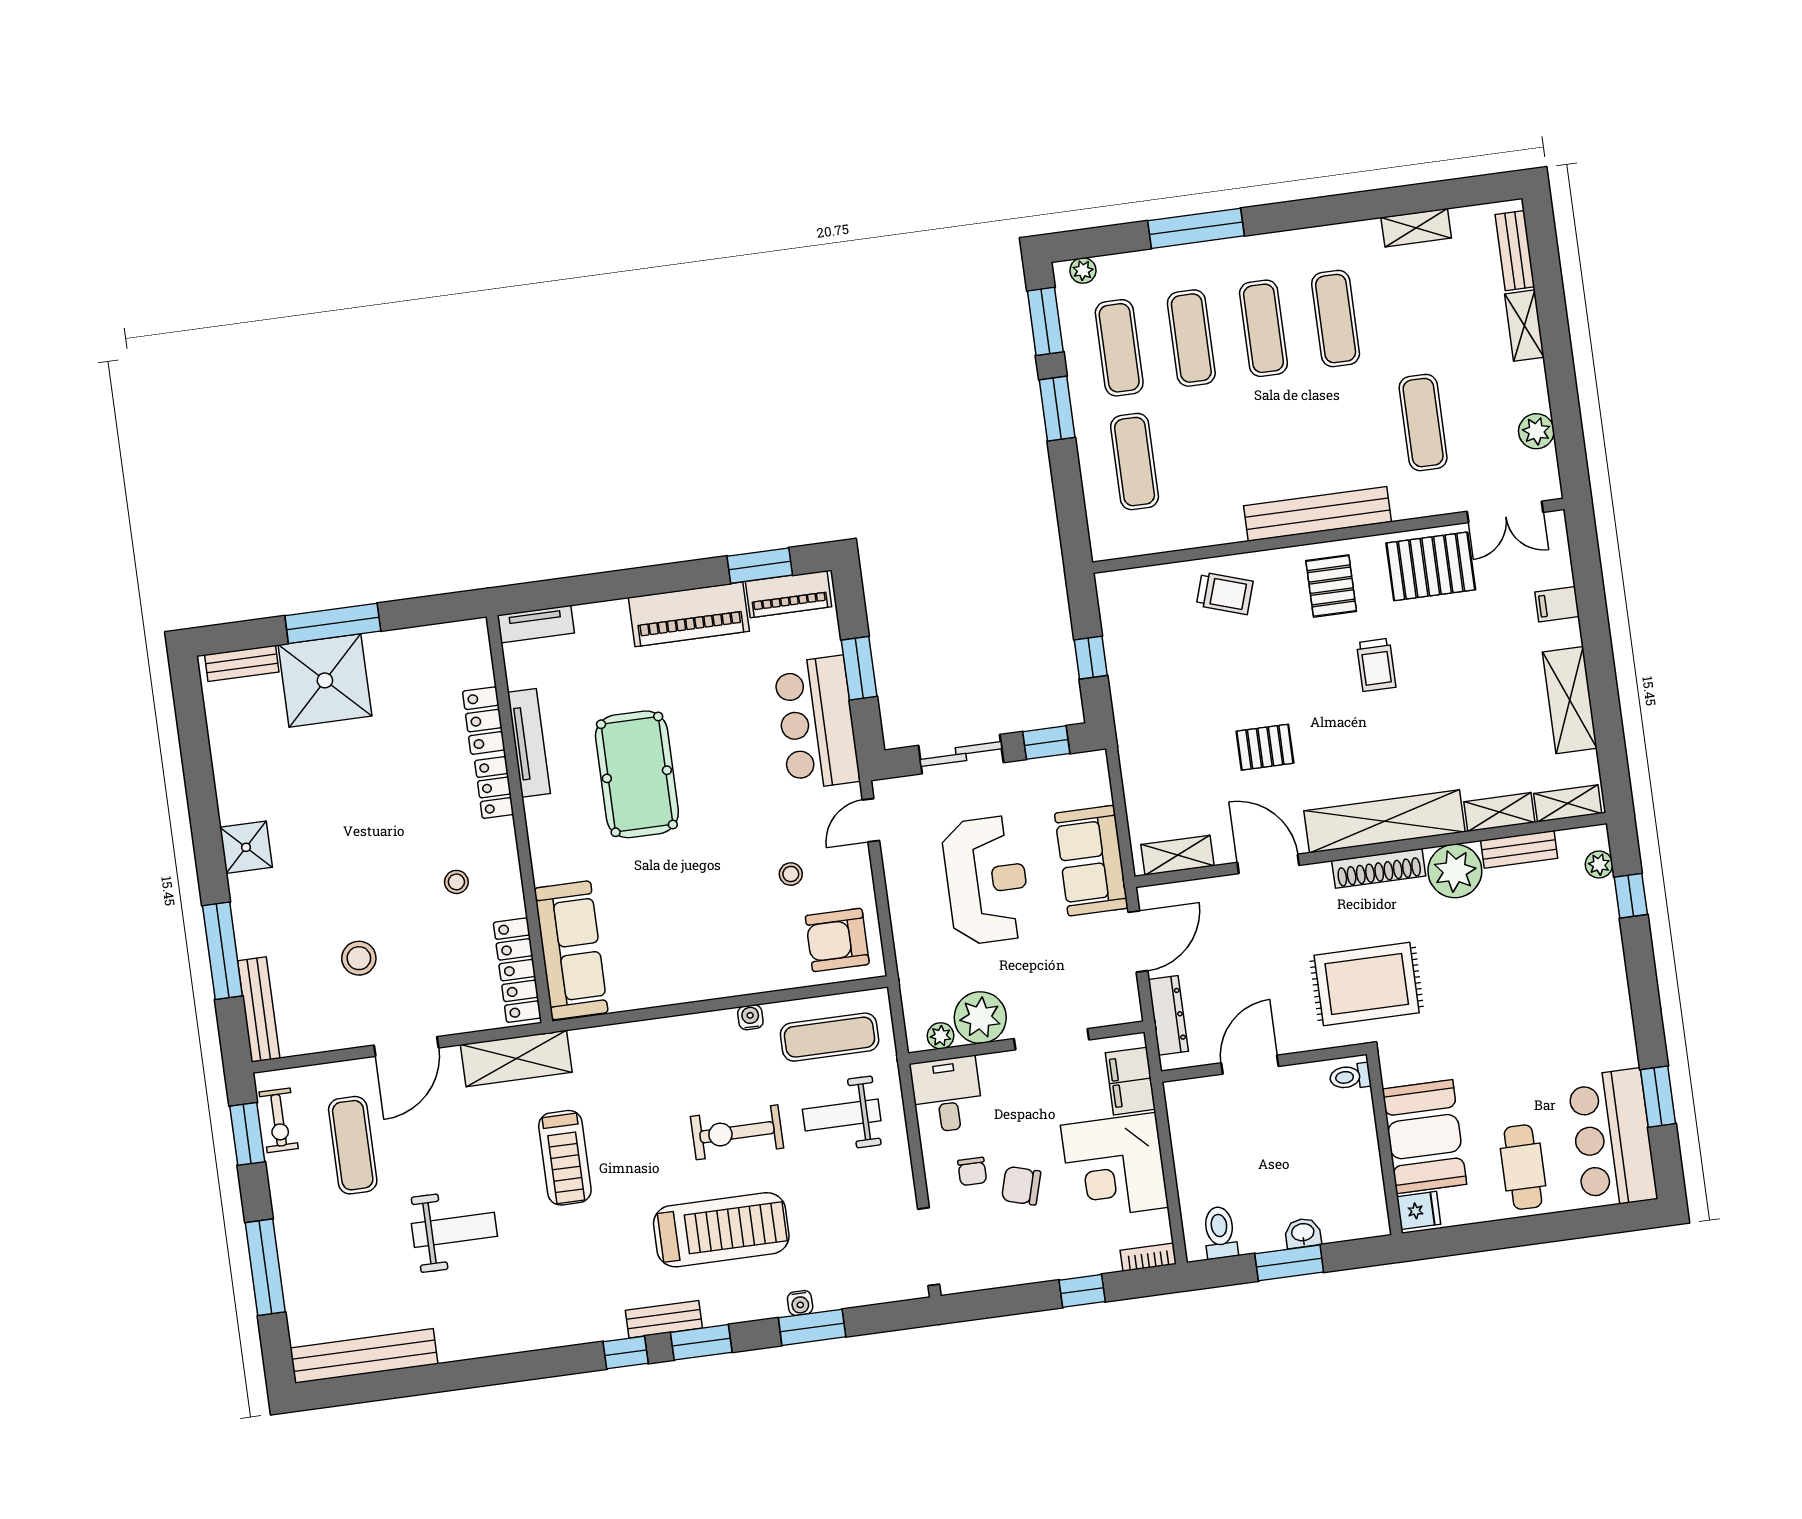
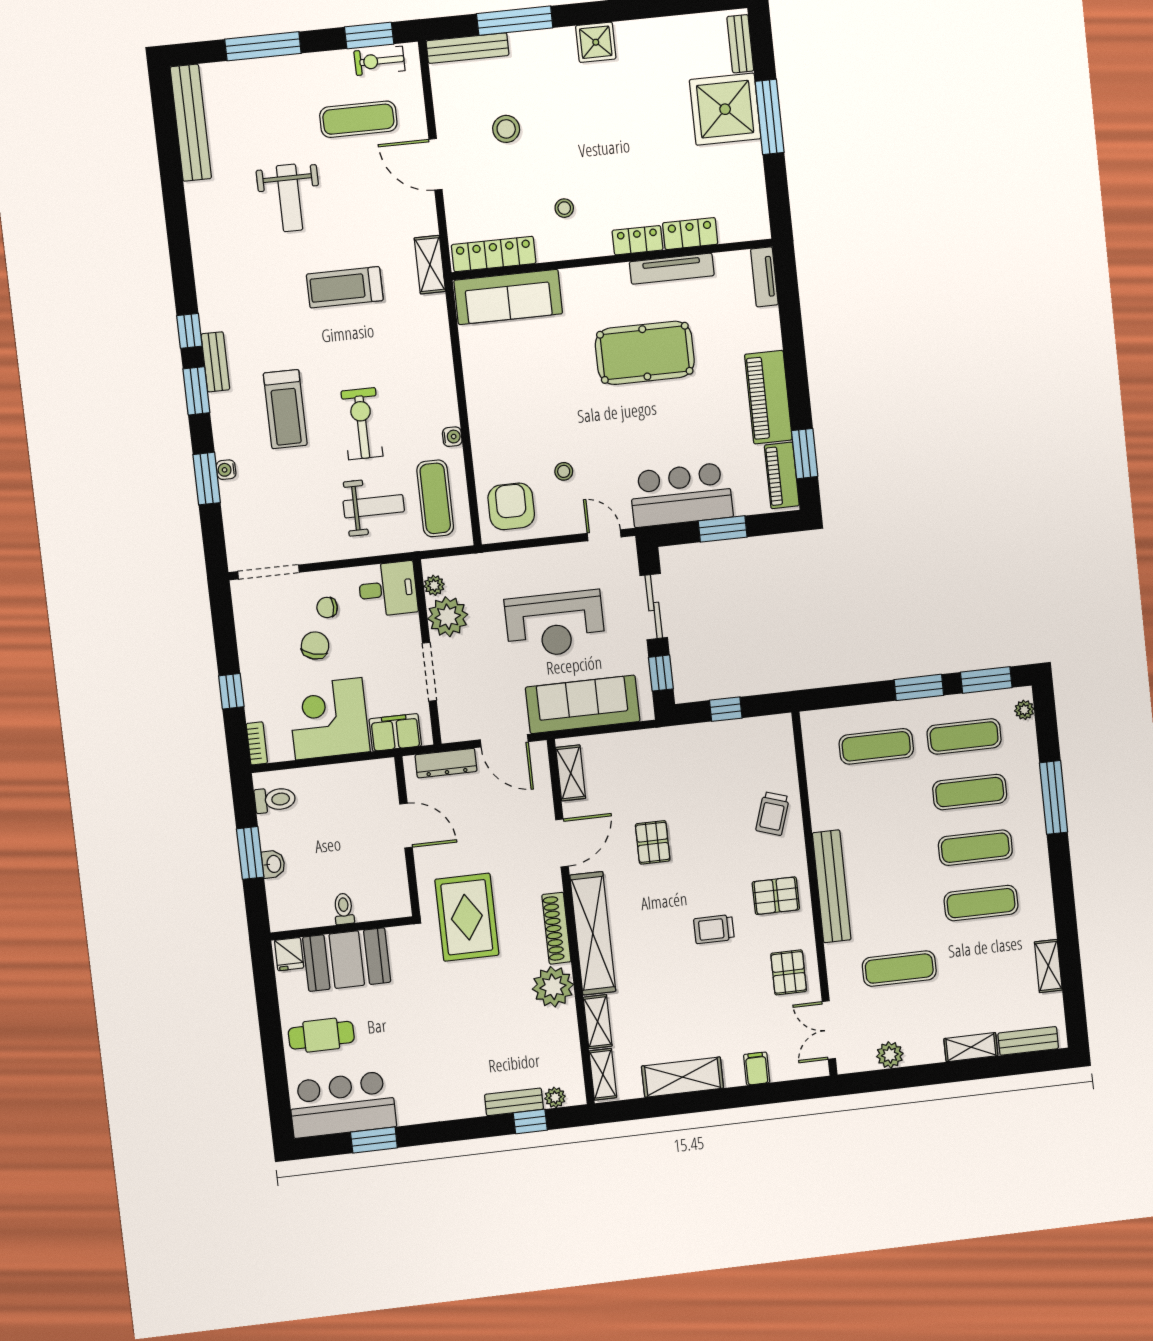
pallet: (1431, 566) -> (789, 972), width x0.67, depth x0.71
bench: (1519, 849) -> (514, 1102), moved, turned 90
sofa: (1091, 861) -> (583, 704), width x1.36
shelving: (516, 1058) -> (430, 265), width x0.67, depth x0.75
toilet: (1350, 1077) -> (344, 909), moved
weight bench: (842, 1115) -> (374, 506), turned 90
treadmill: (721, 1230) -> (285, 409), width x0.73, depth x0.73

